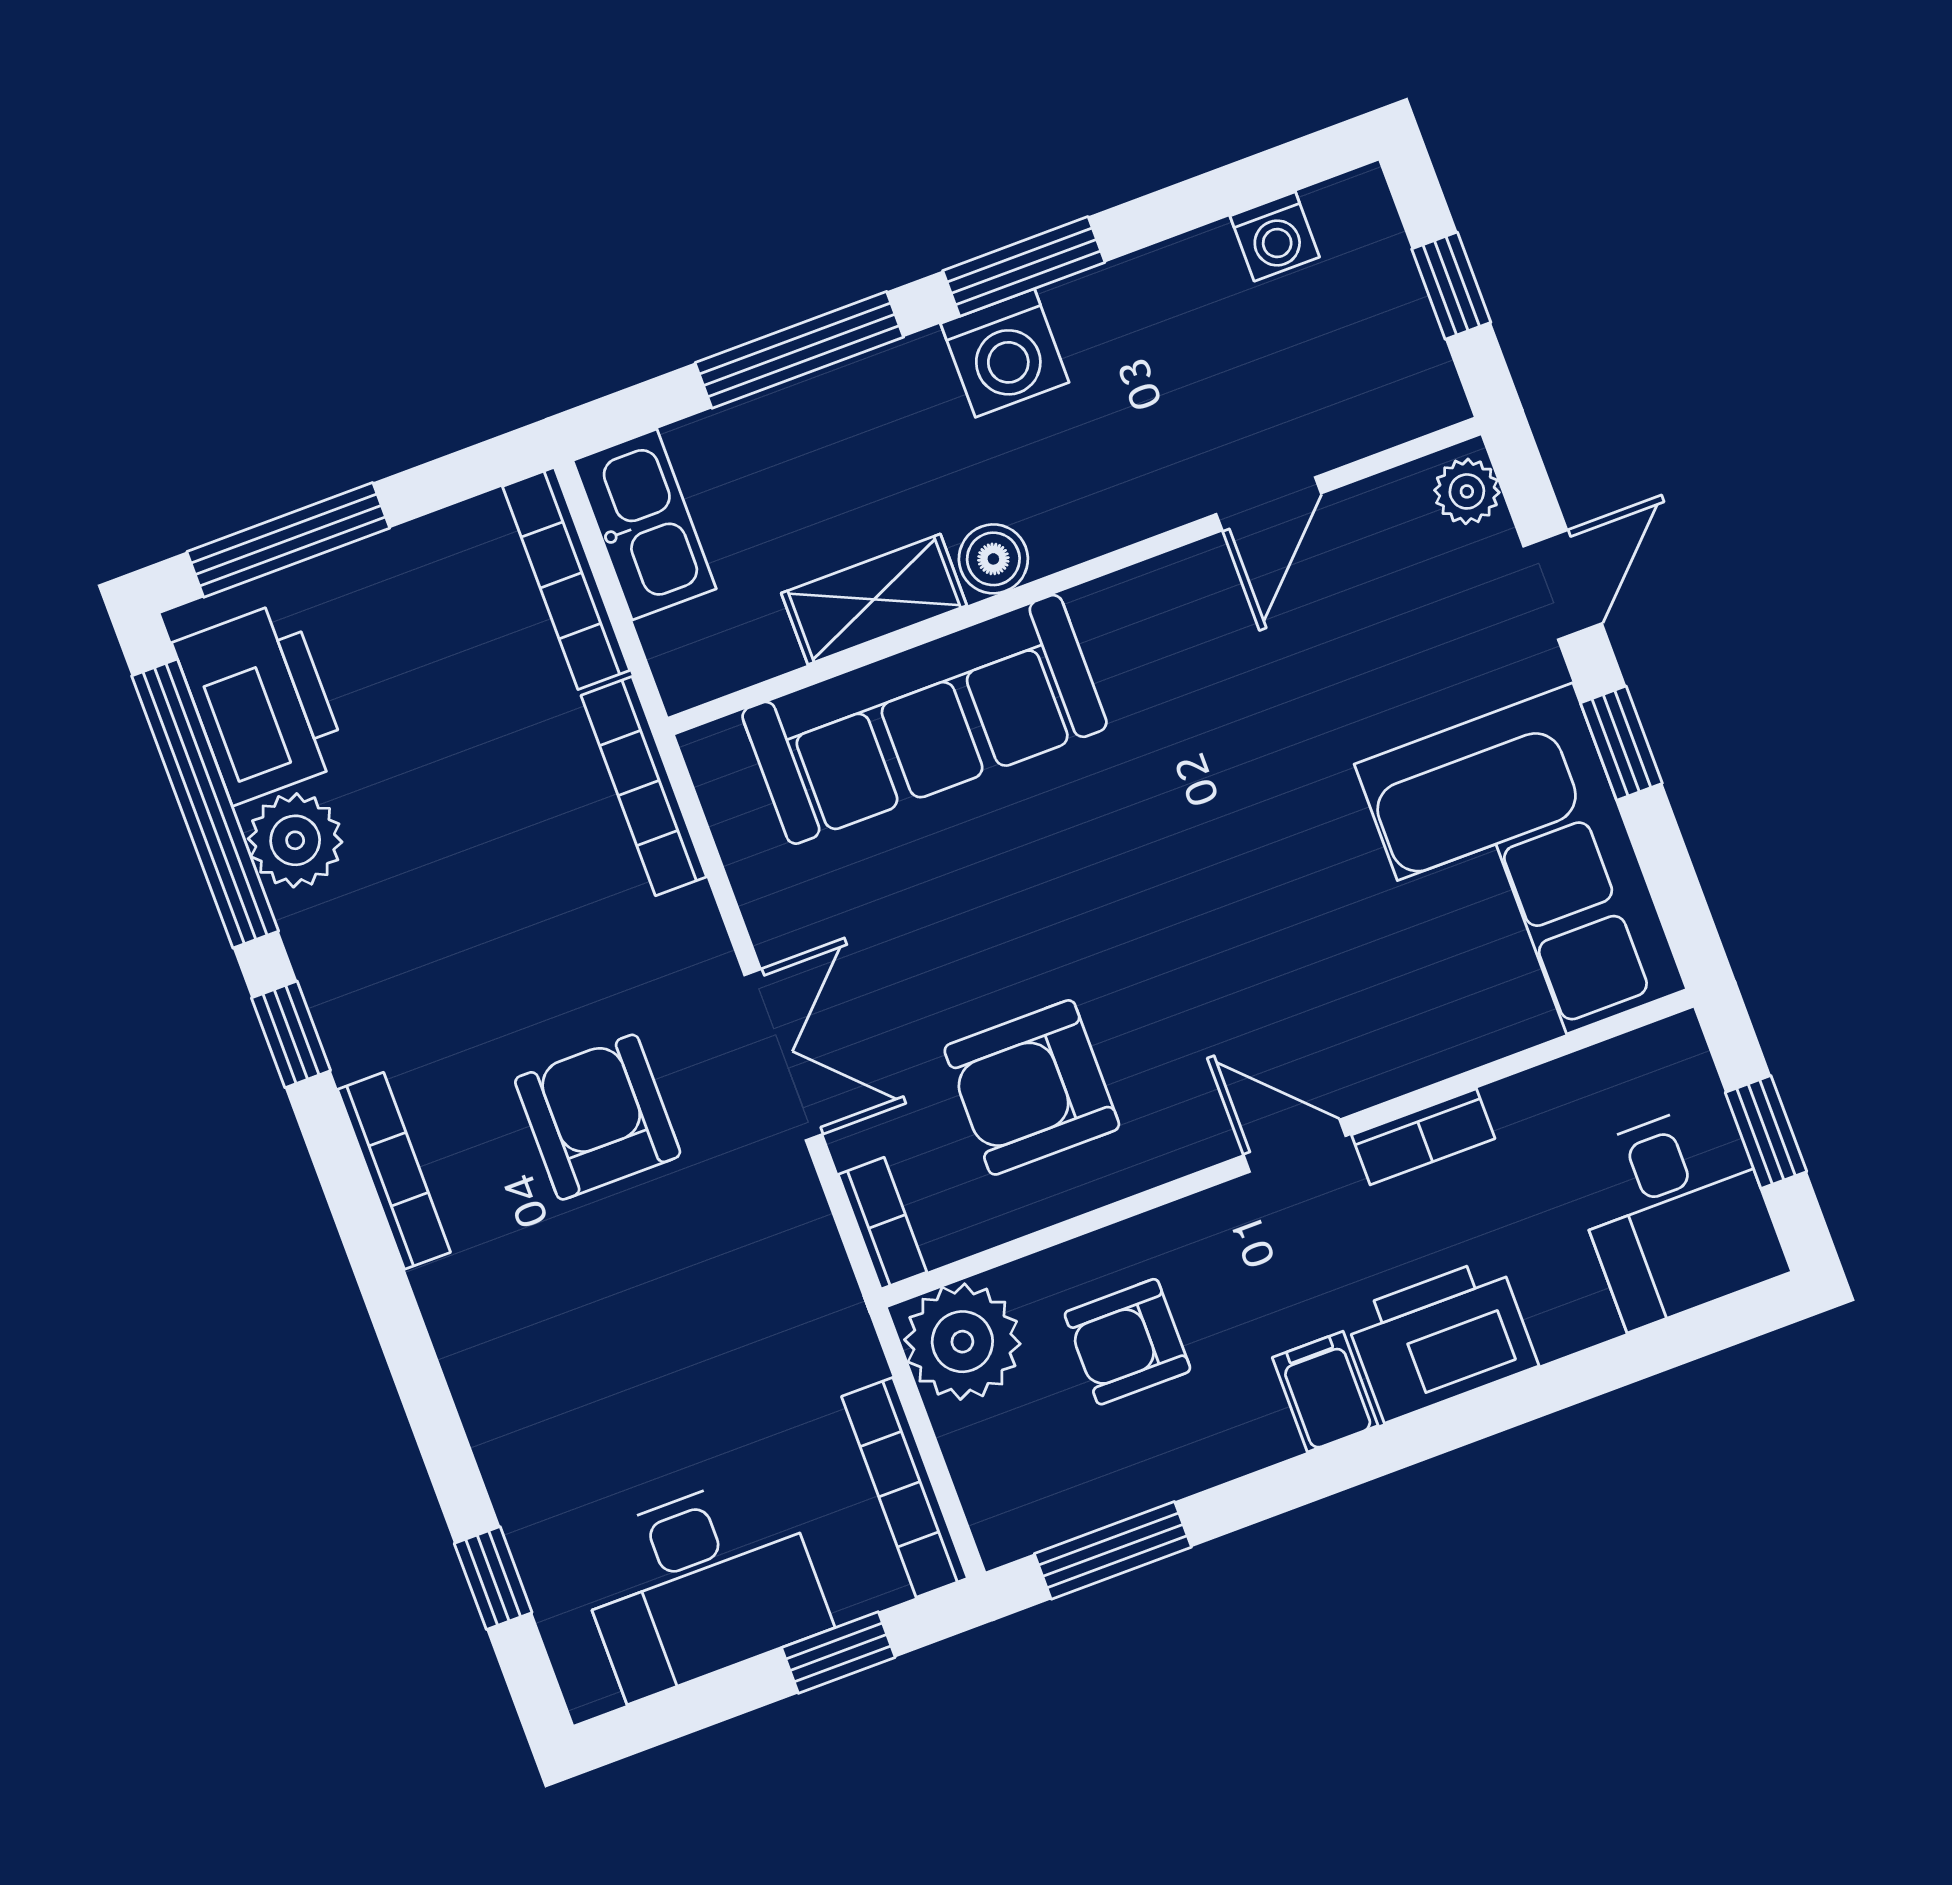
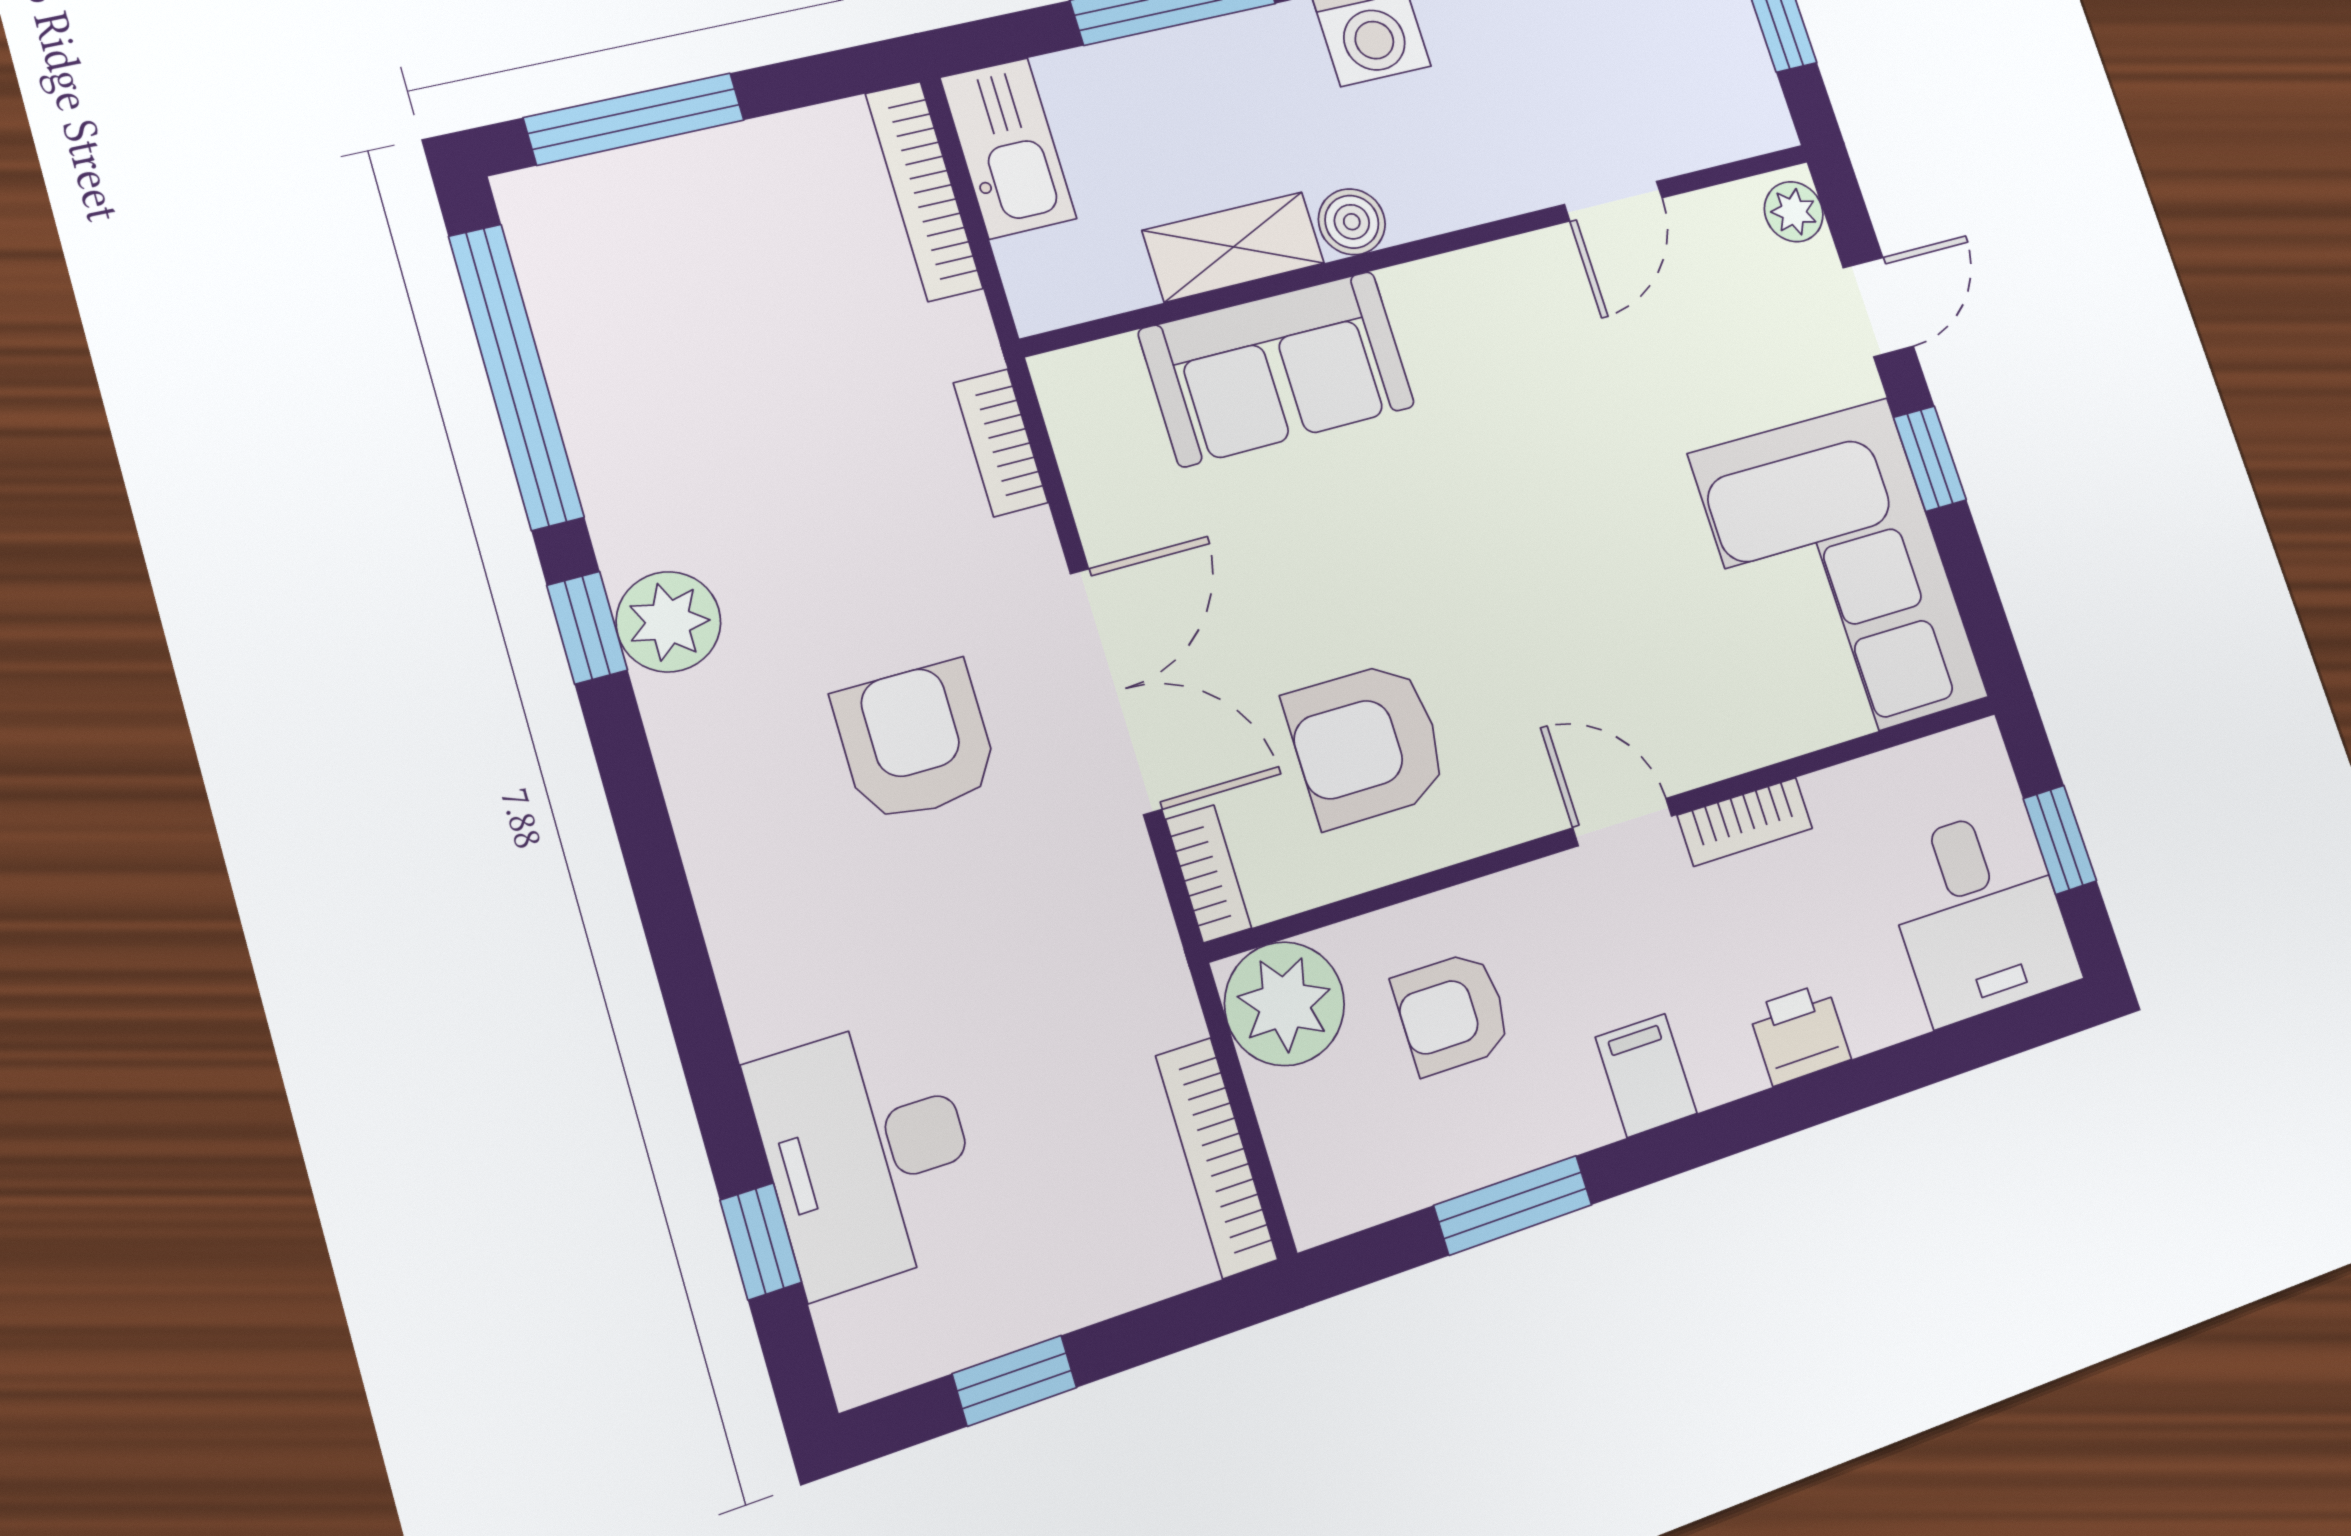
printer: (261, 703) -> (588, 279), removed
sofa: (924, 719) -> (1277, 368), width x0.73
bookcase: (644, 786) -> (1001, 443), width x0.64
plant: (295, 840) -> (668, 622), moved
double door: (783, 1055) -> (1116, 691), width x1.37
bookcase: (394, 1171) -> (688, 783), removed
printer: (1441, 1339) -> (1800, 1034), width x0.53, depth x0.68
window: (1113, 1550) -> (1513, 1205), moved
desk: (701, 1585) -> (868, 1153), moved, turned 90
window: (838, 1652) -> (1015, 1381), moved

